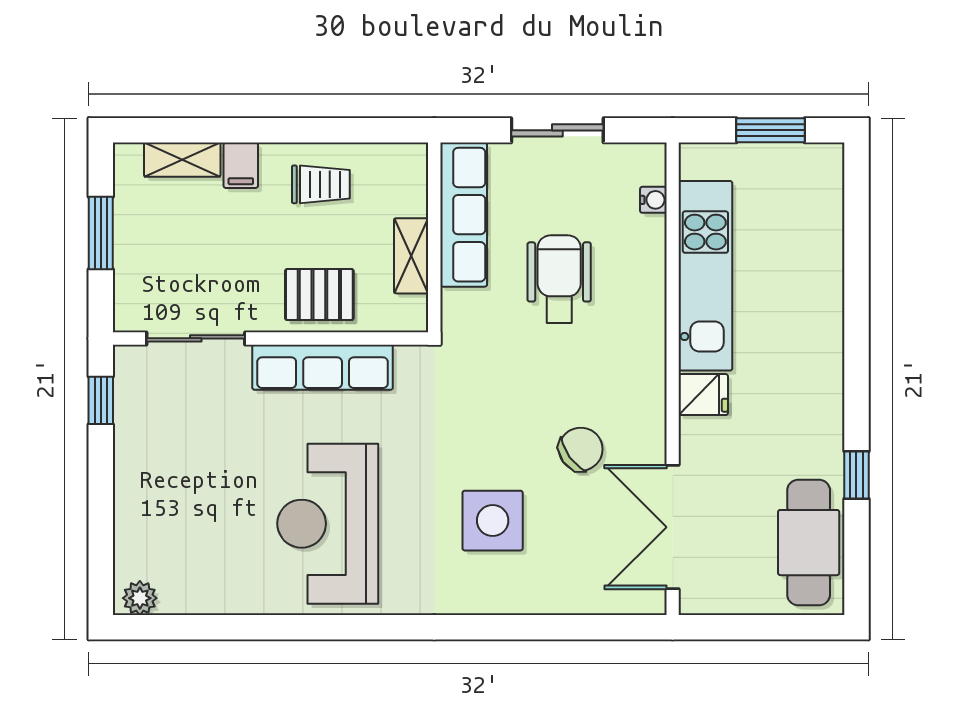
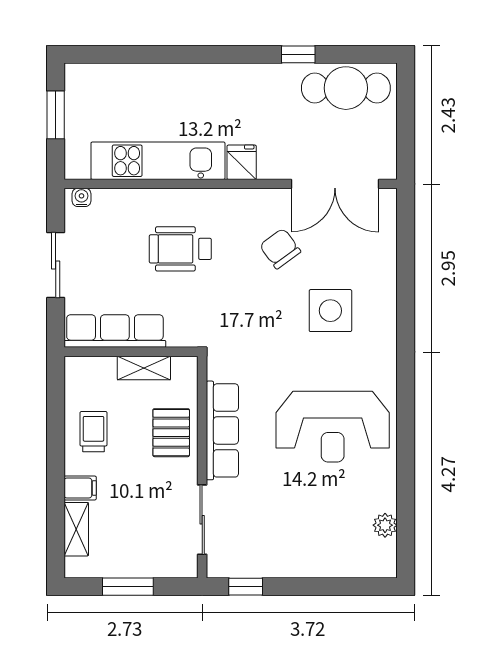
water cooler: (653, 200) -> (81, 197), moved
wheelchair: (559, 279) -> (180, 249), moved
plant: (140, 598) -> (385, 525), moved

